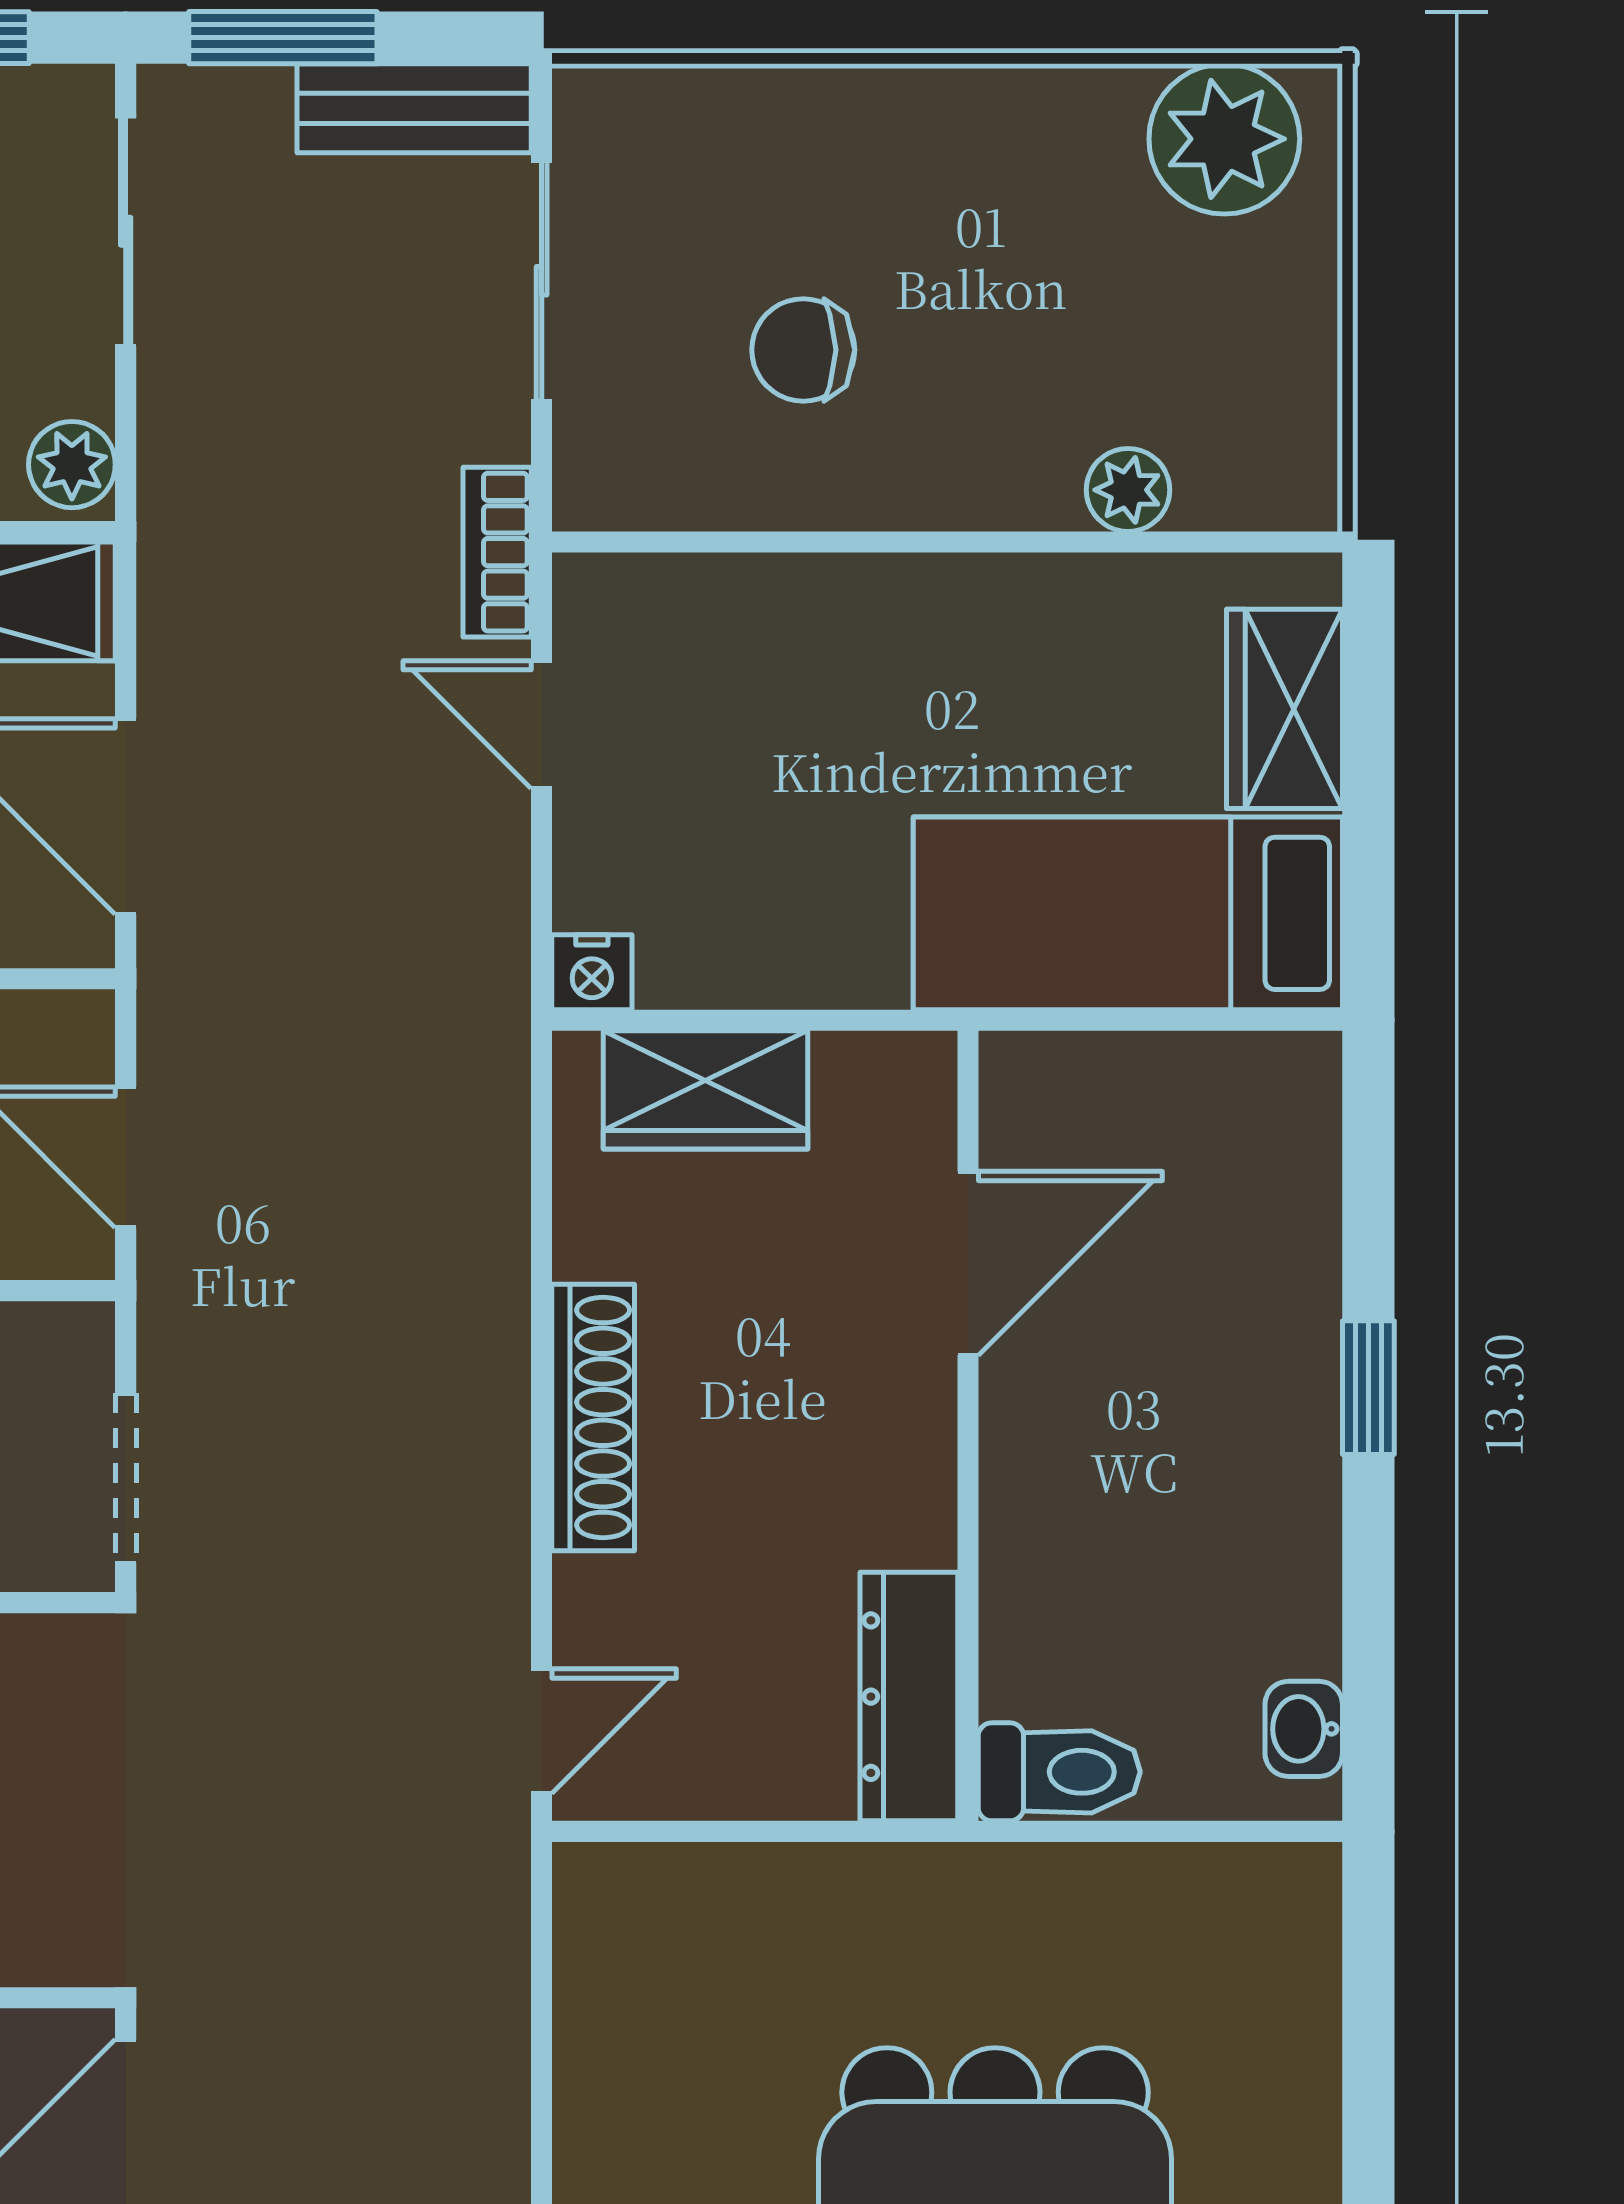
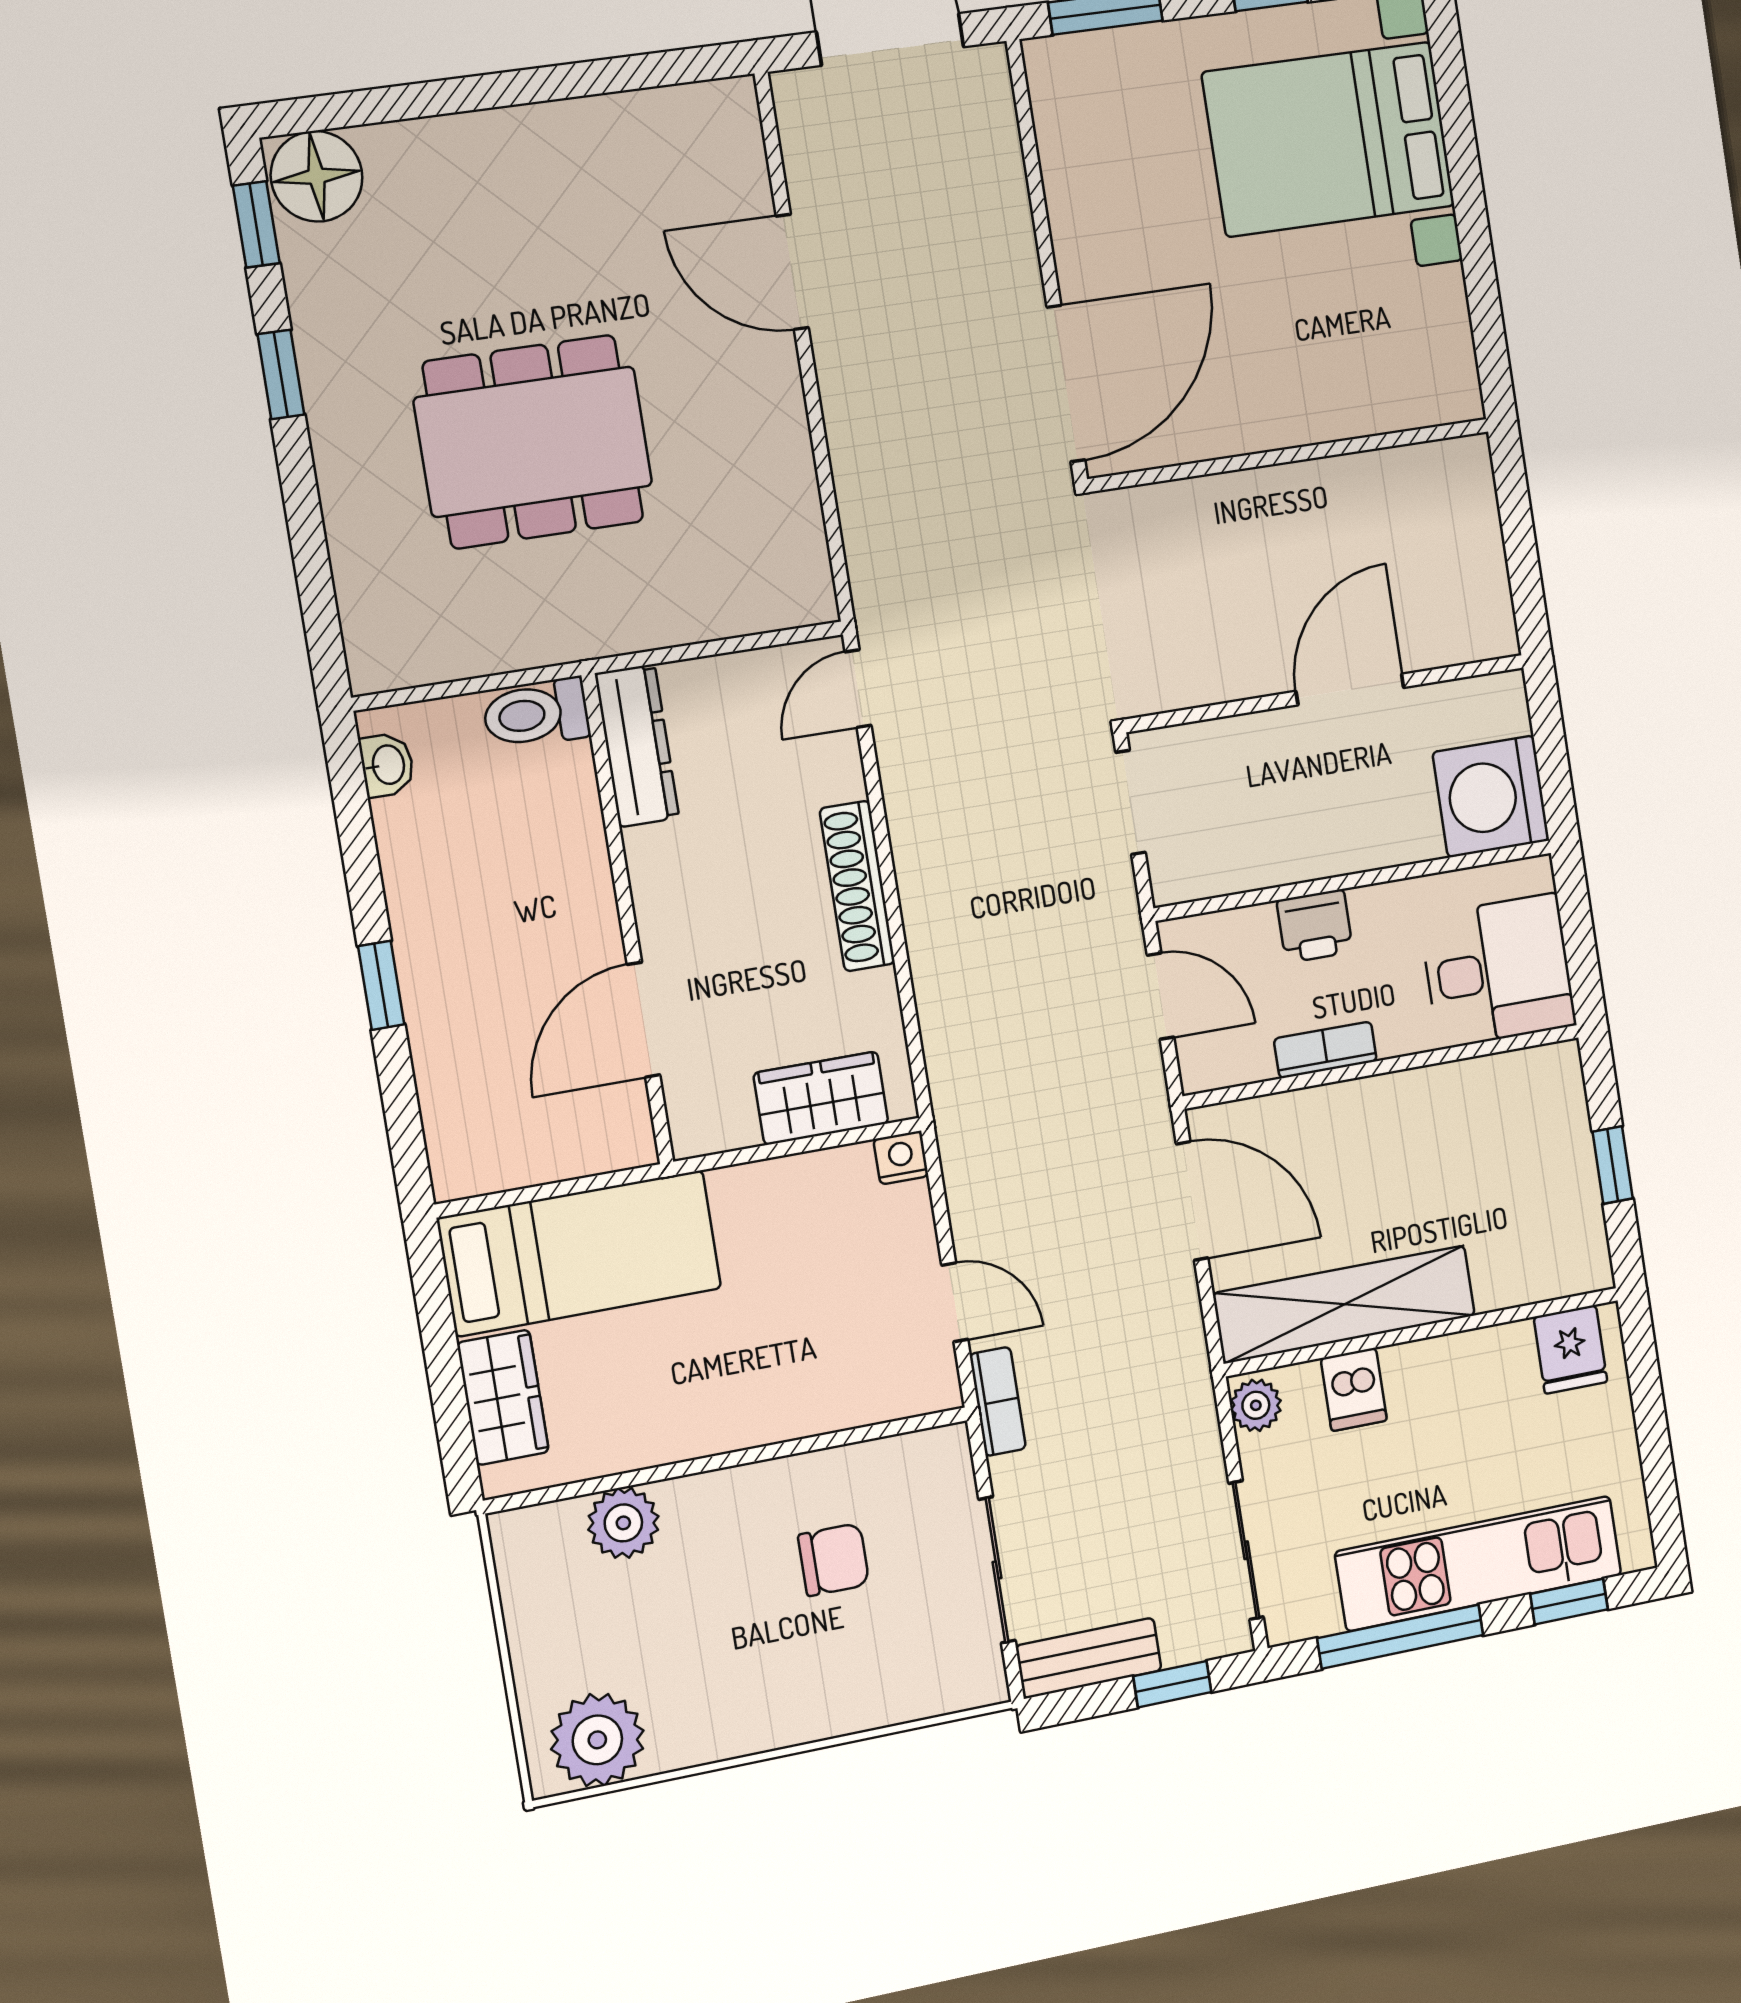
window: (283, 38) -> (1172, 1684), width x0.67
plant: (1128, 490) -> (623, 1523), width x1.38, depth x1.38

